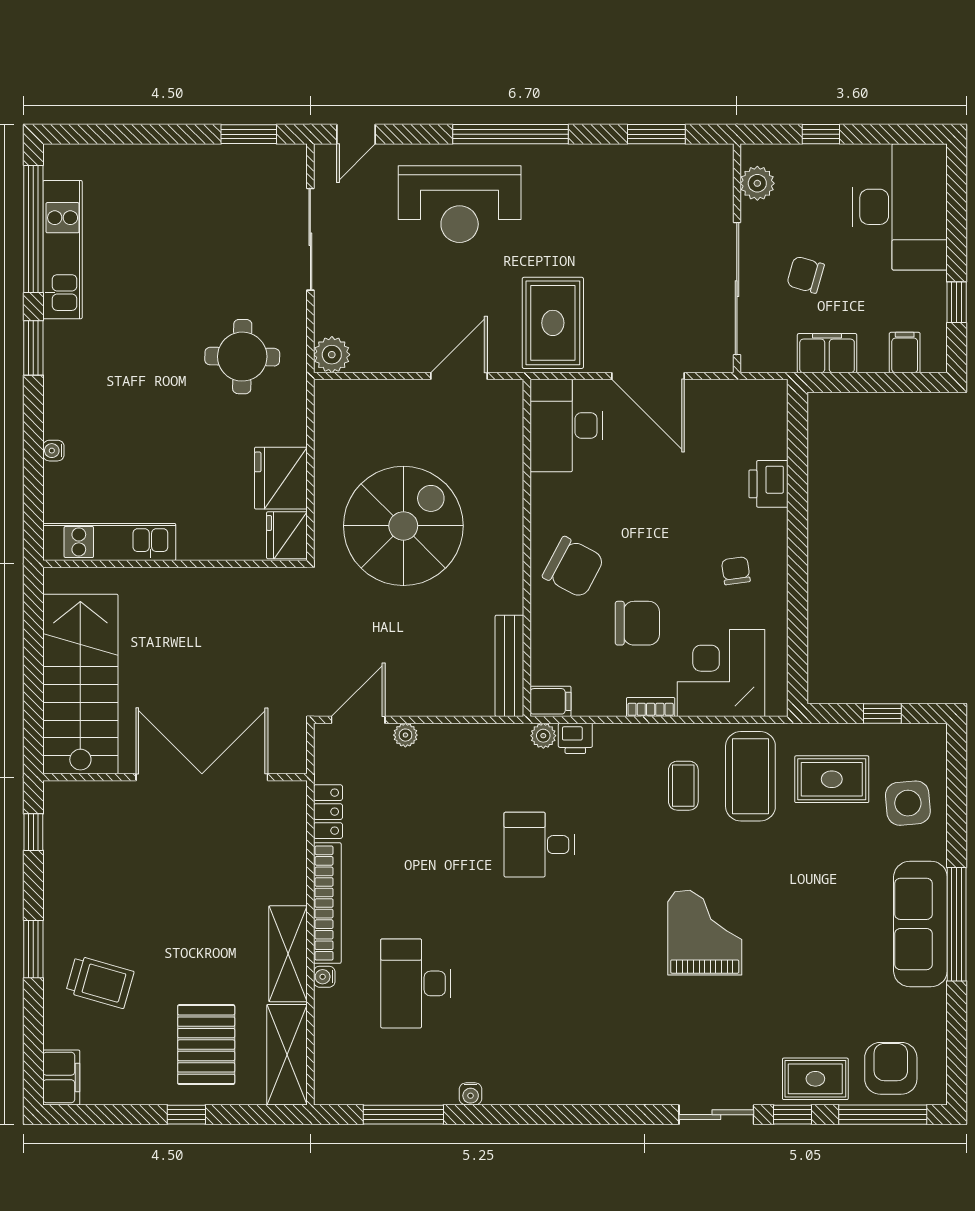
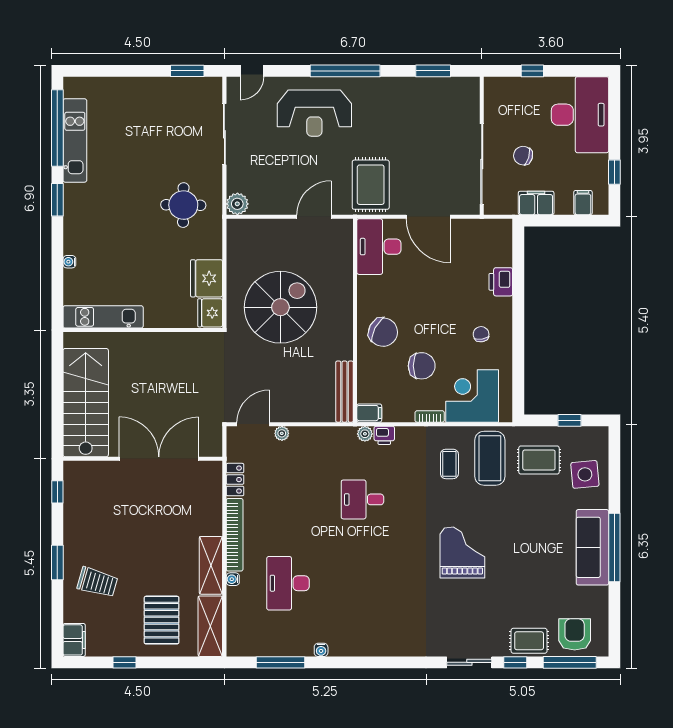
plant: (757, 183) -> (494, 100), removed
window: (186, 1115) -> (124, 662), moved

